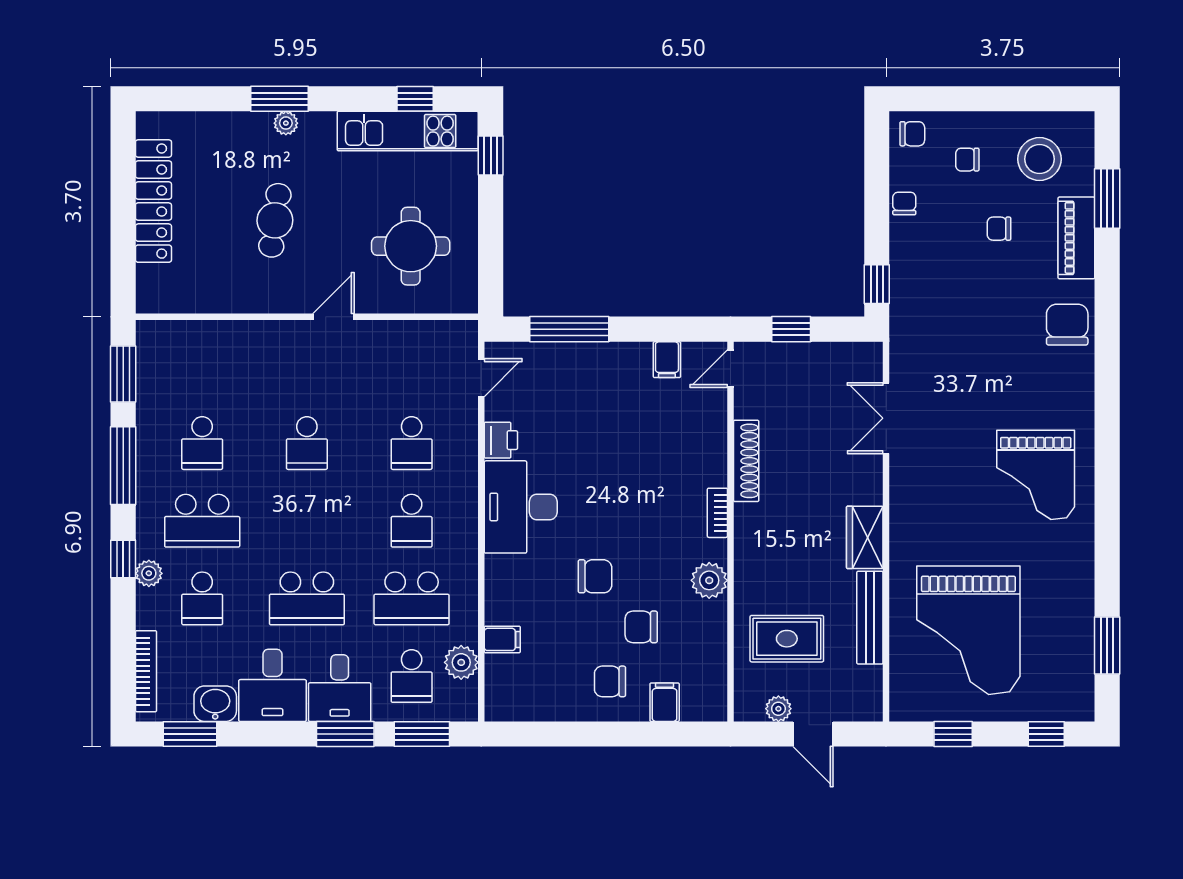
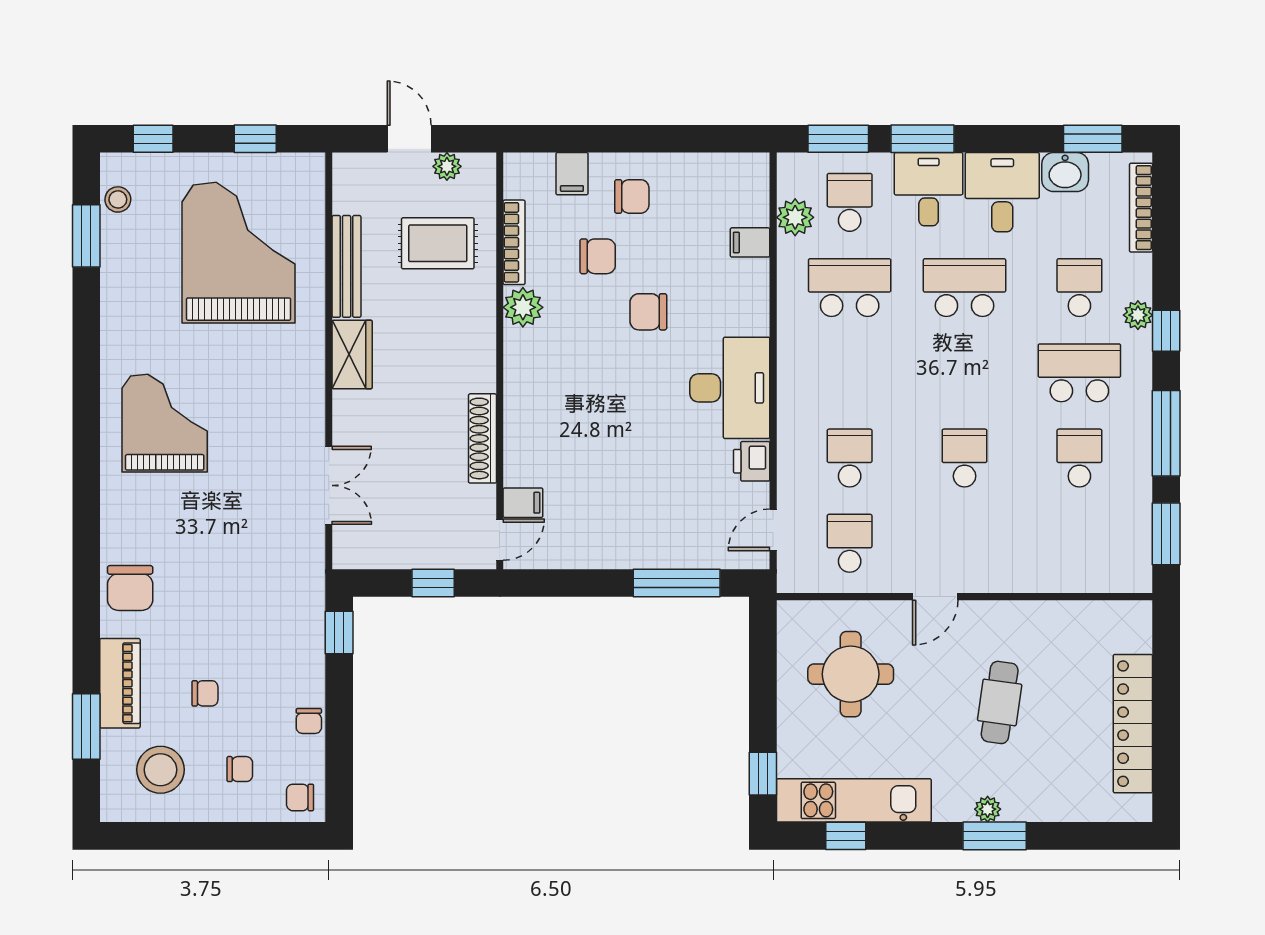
filing cabinet: (667, 360) -> (523, 503), moved, turned 90
bookcase: (717, 513) -> (514, 242), moved, width x1.56
school desk: (412, 521) -> (850, 543), moved
stool: (1078, 679) -> (118, 199), added

